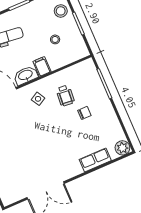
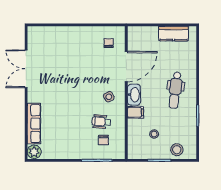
chair: (84, 113) -> (103, 140), moved
row of seats: (95, 160) -> (34, 124), width x1.48

